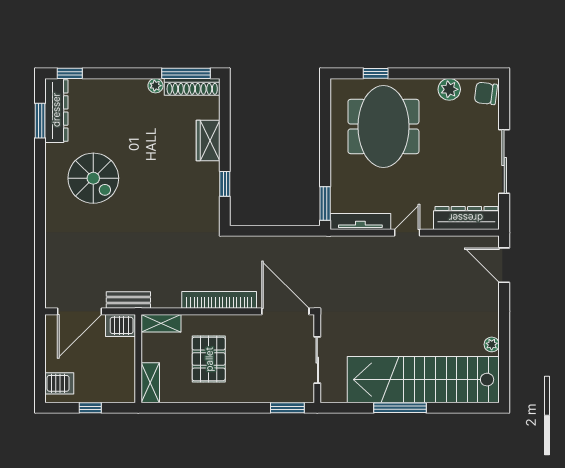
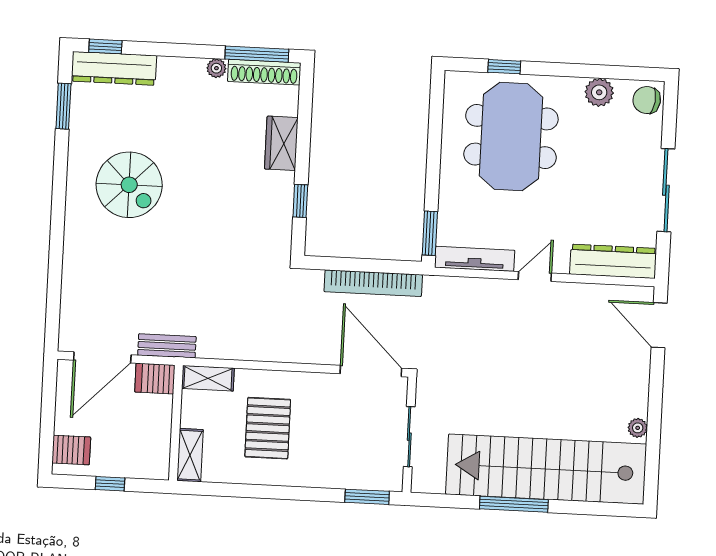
dresser: (56, 110) -> (114, 68), moved, turned 90
bookcase: (219, 300) -> (373, 283), moved, turned 180

